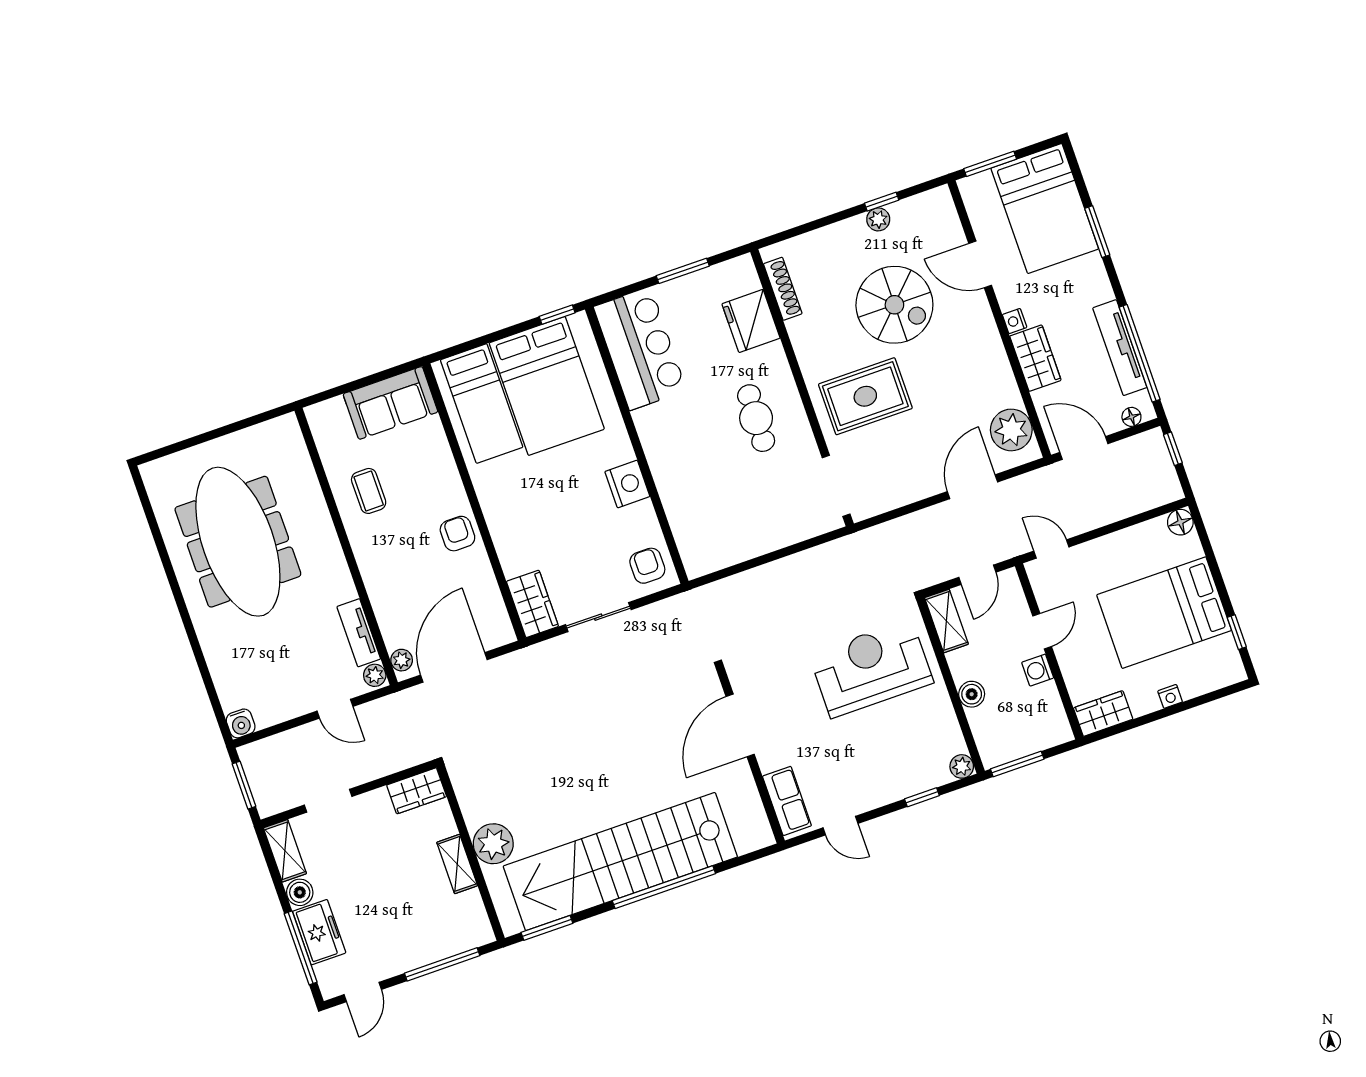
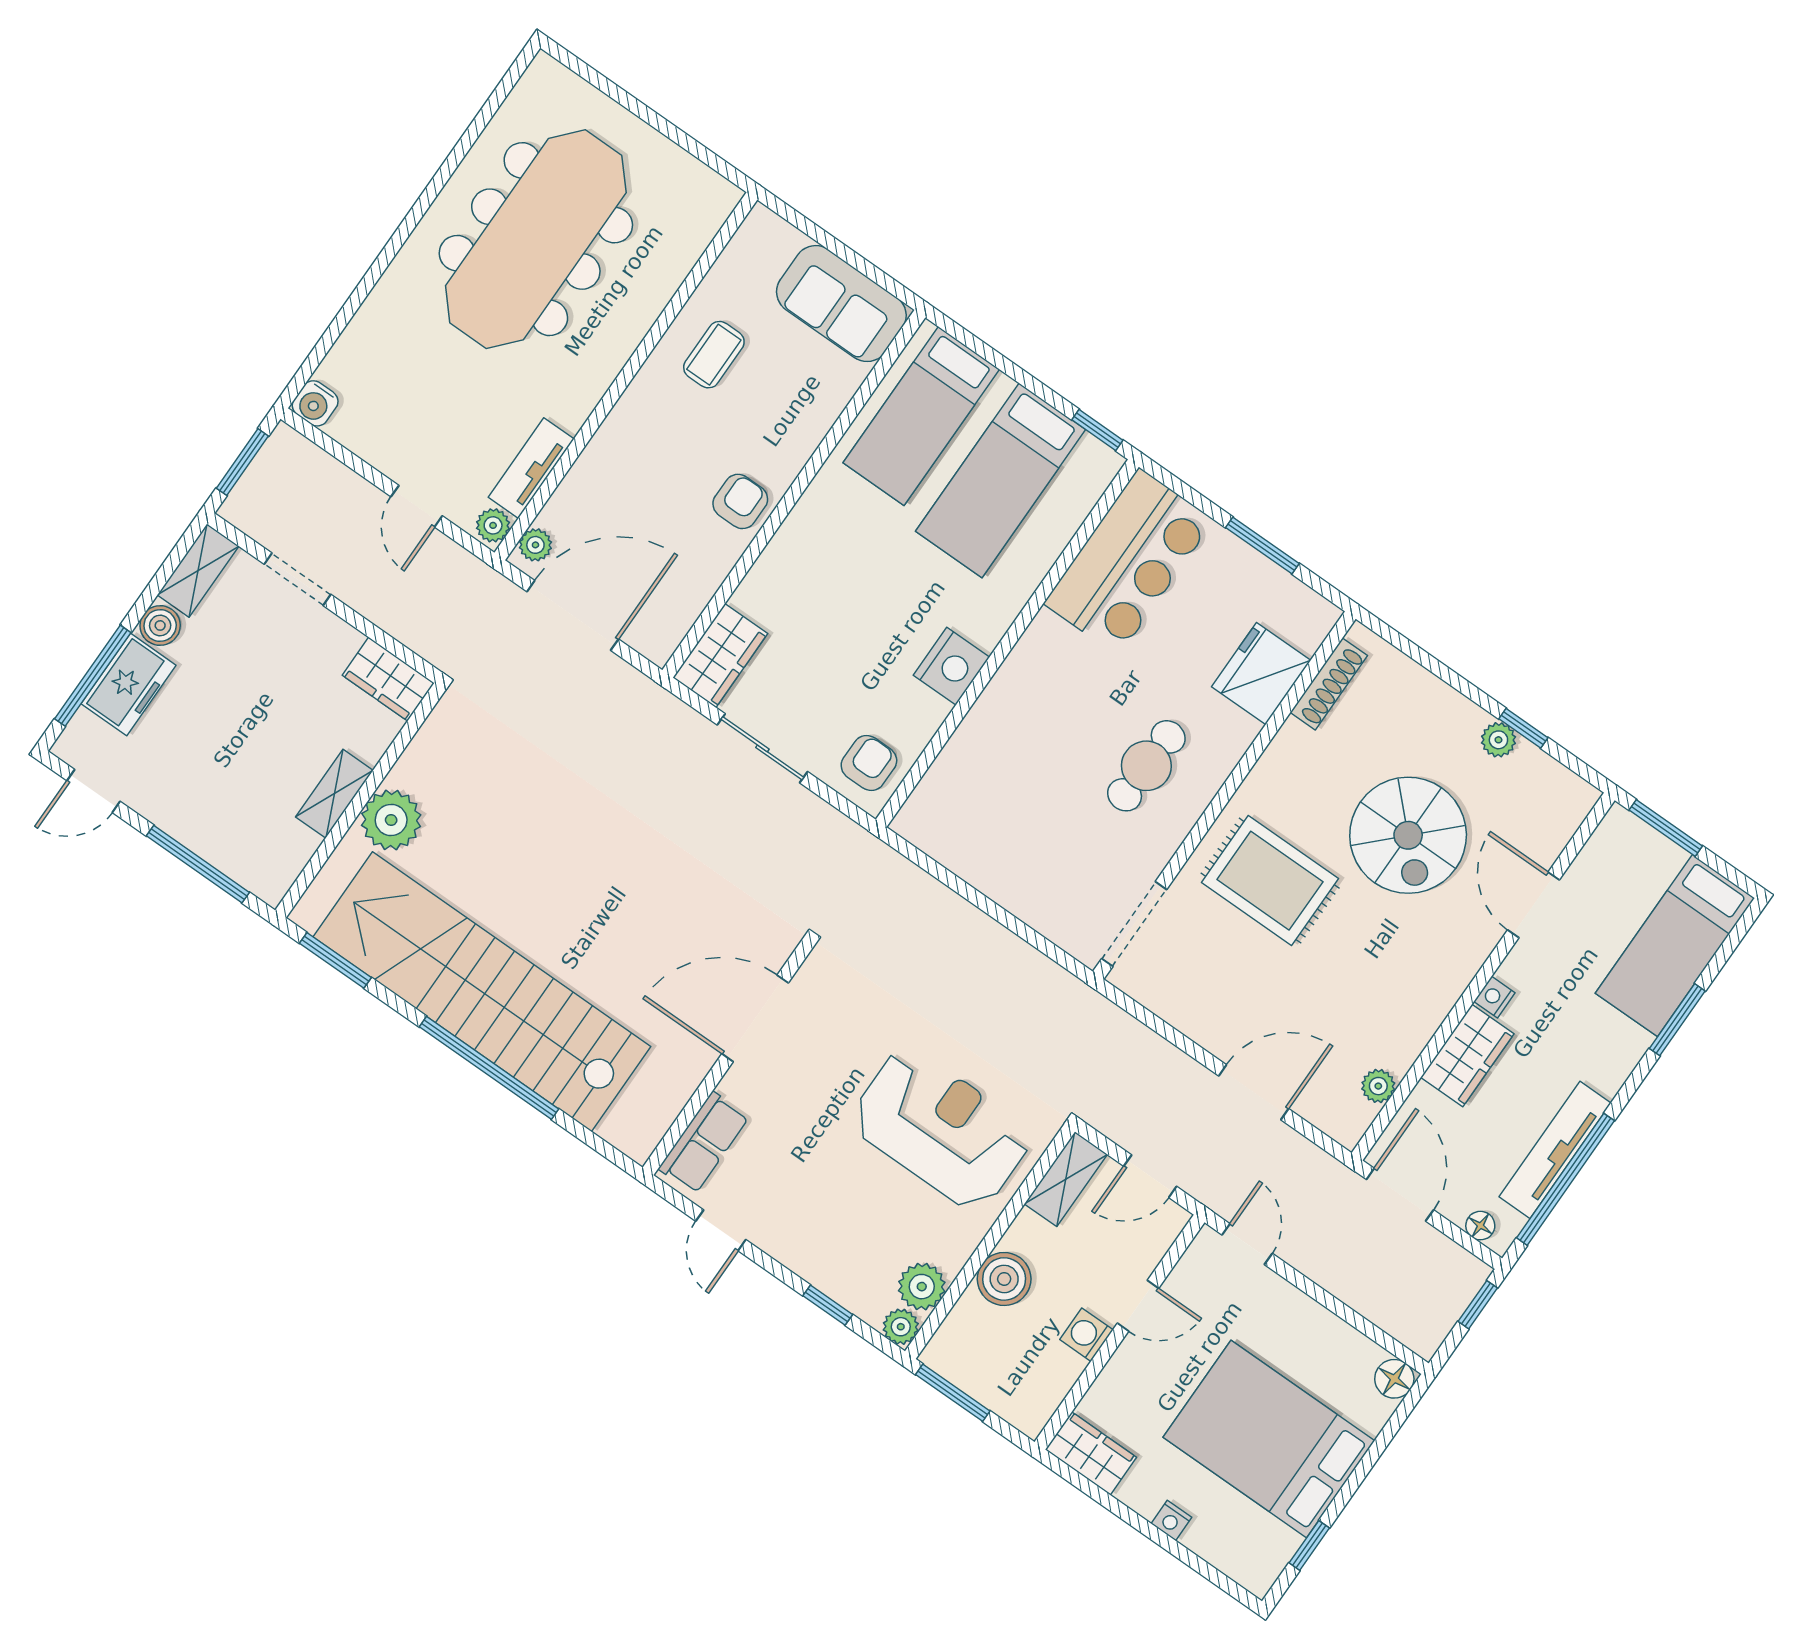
bed: (1045, 208) -> (1675, 946), width x0.67
bed: (547, 386) -> (1001, 480), width x0.67
plant: (1011, 430) -> (1378, 1086), width x0.53, depth x0.53
boiler: (972, 694) -> (1004, 1279), width x1.36, depth x1.36
plant: (948, 740) -> (922, 1287), added

